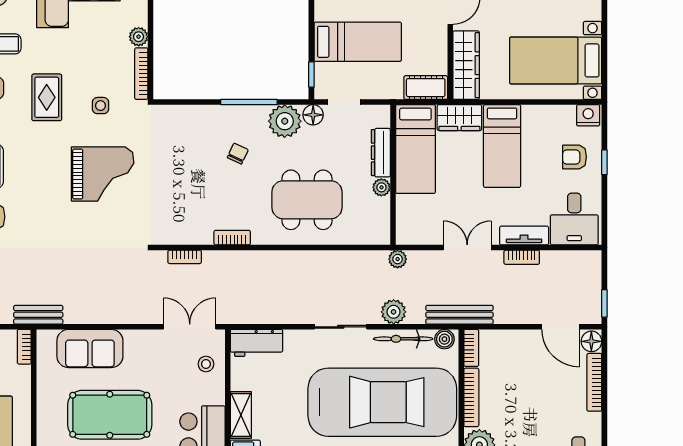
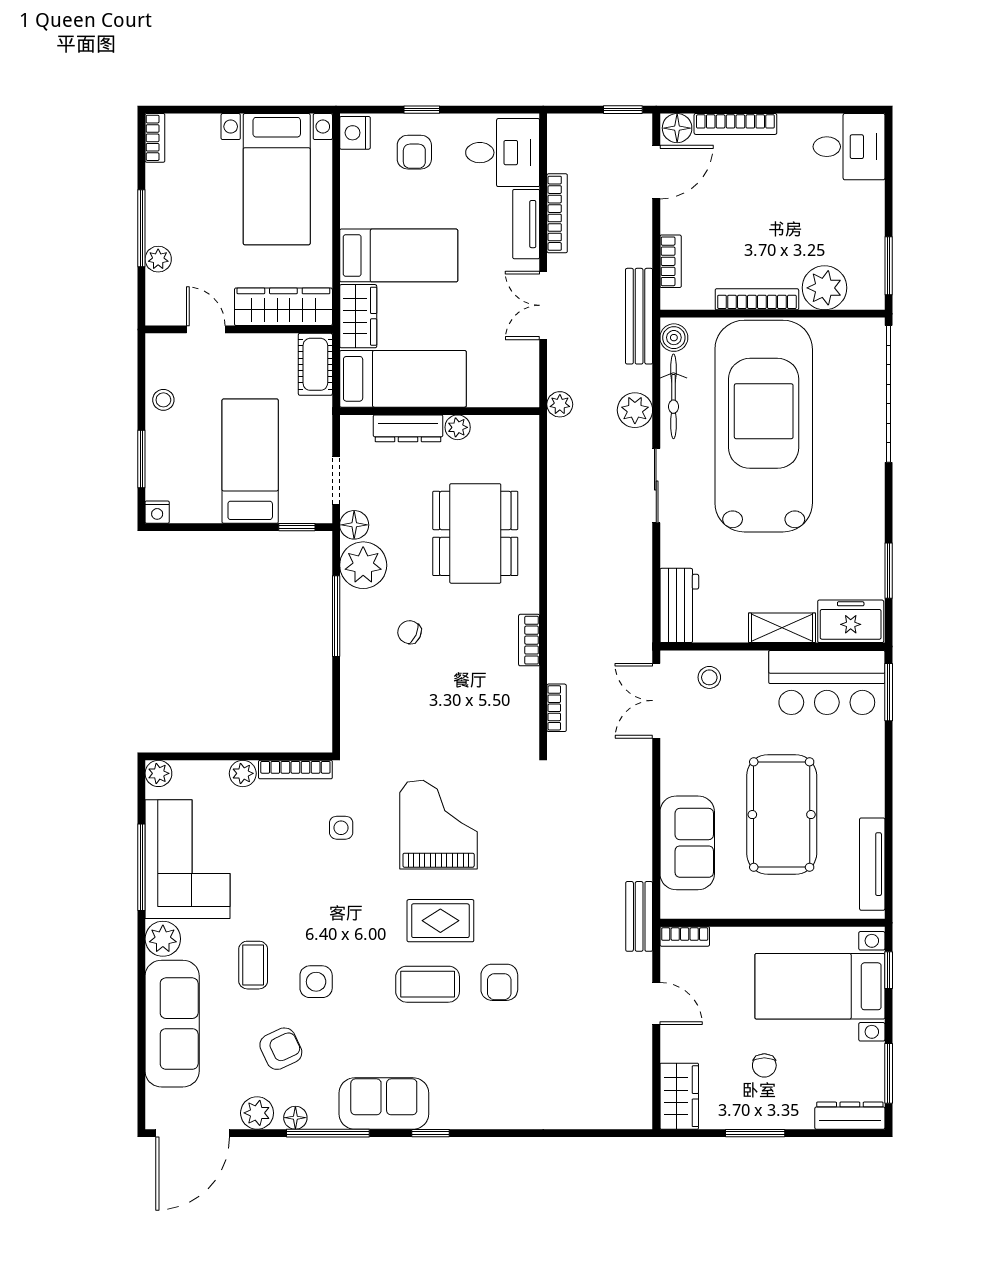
rug: (47, 97) -> (440, 921), moved
bookcase: (522, 257) -> (557, 213), width x1.56
bookcase: (471, 348) -> (671, 261), moved, turned 90

